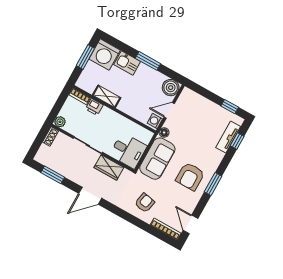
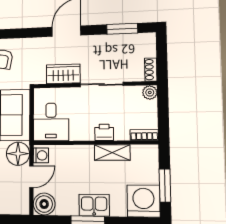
kitchen sink: (127, 63) -> (94, 205), moved
printer: (94, 107) -> (104, 132), moved
floor lamp: (164, 133) -> (18, 154), width x1.89, depth x1.89
desk: (128, 151) -> (51, 122), moved, turned -90

